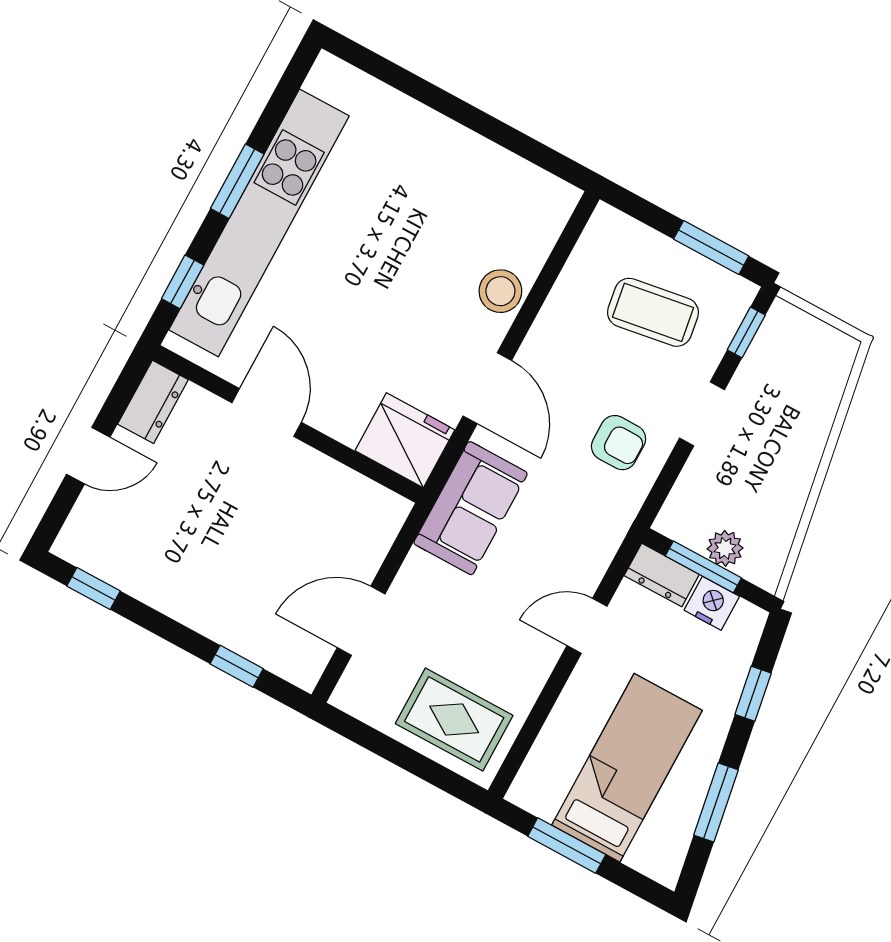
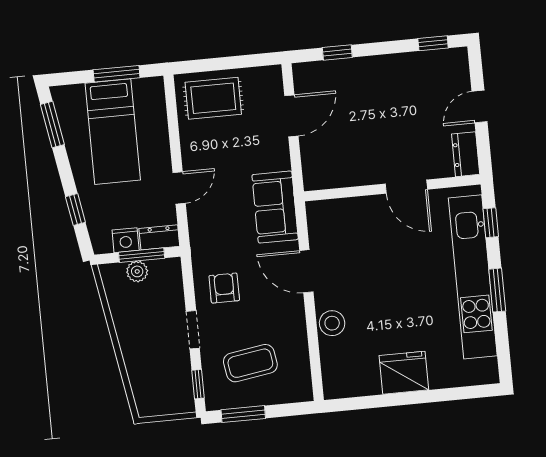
fridge: (405, 440) -> (404, 373), moved, turned 180
armchair: (619, 443) -> (224, 288), turned 90
window: (716, 803) -> (52, 125), moved

